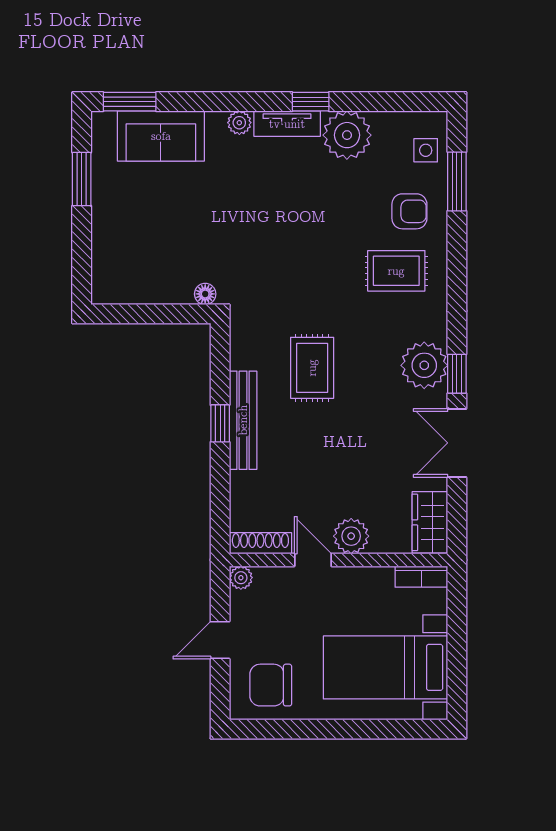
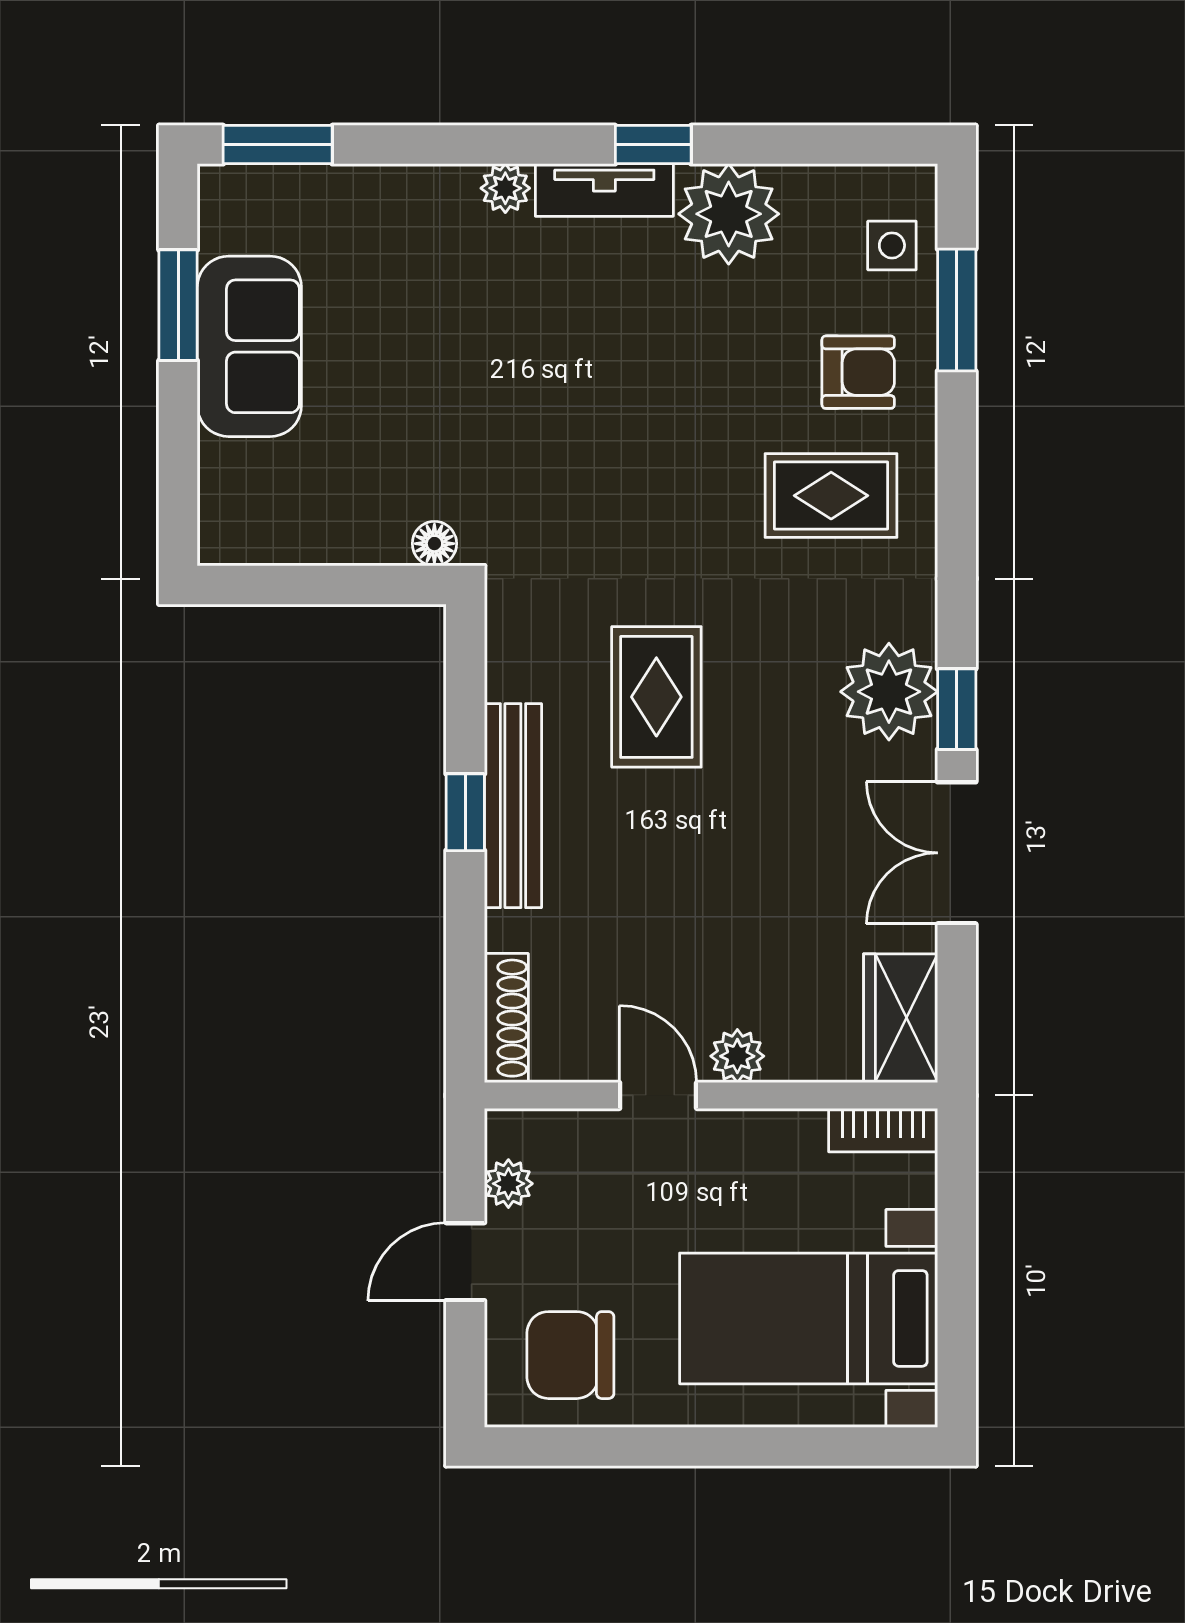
sofa: (161, 136) -> (249, 346), moved, turned -90
plant: (351, 536) -> (737, 1056), width x0.73, depth x0.73
shoe rack: (260, 543) -> (506, 1018), moved, turned 90
plant: (241, 578) -> (508, 1184), moved

